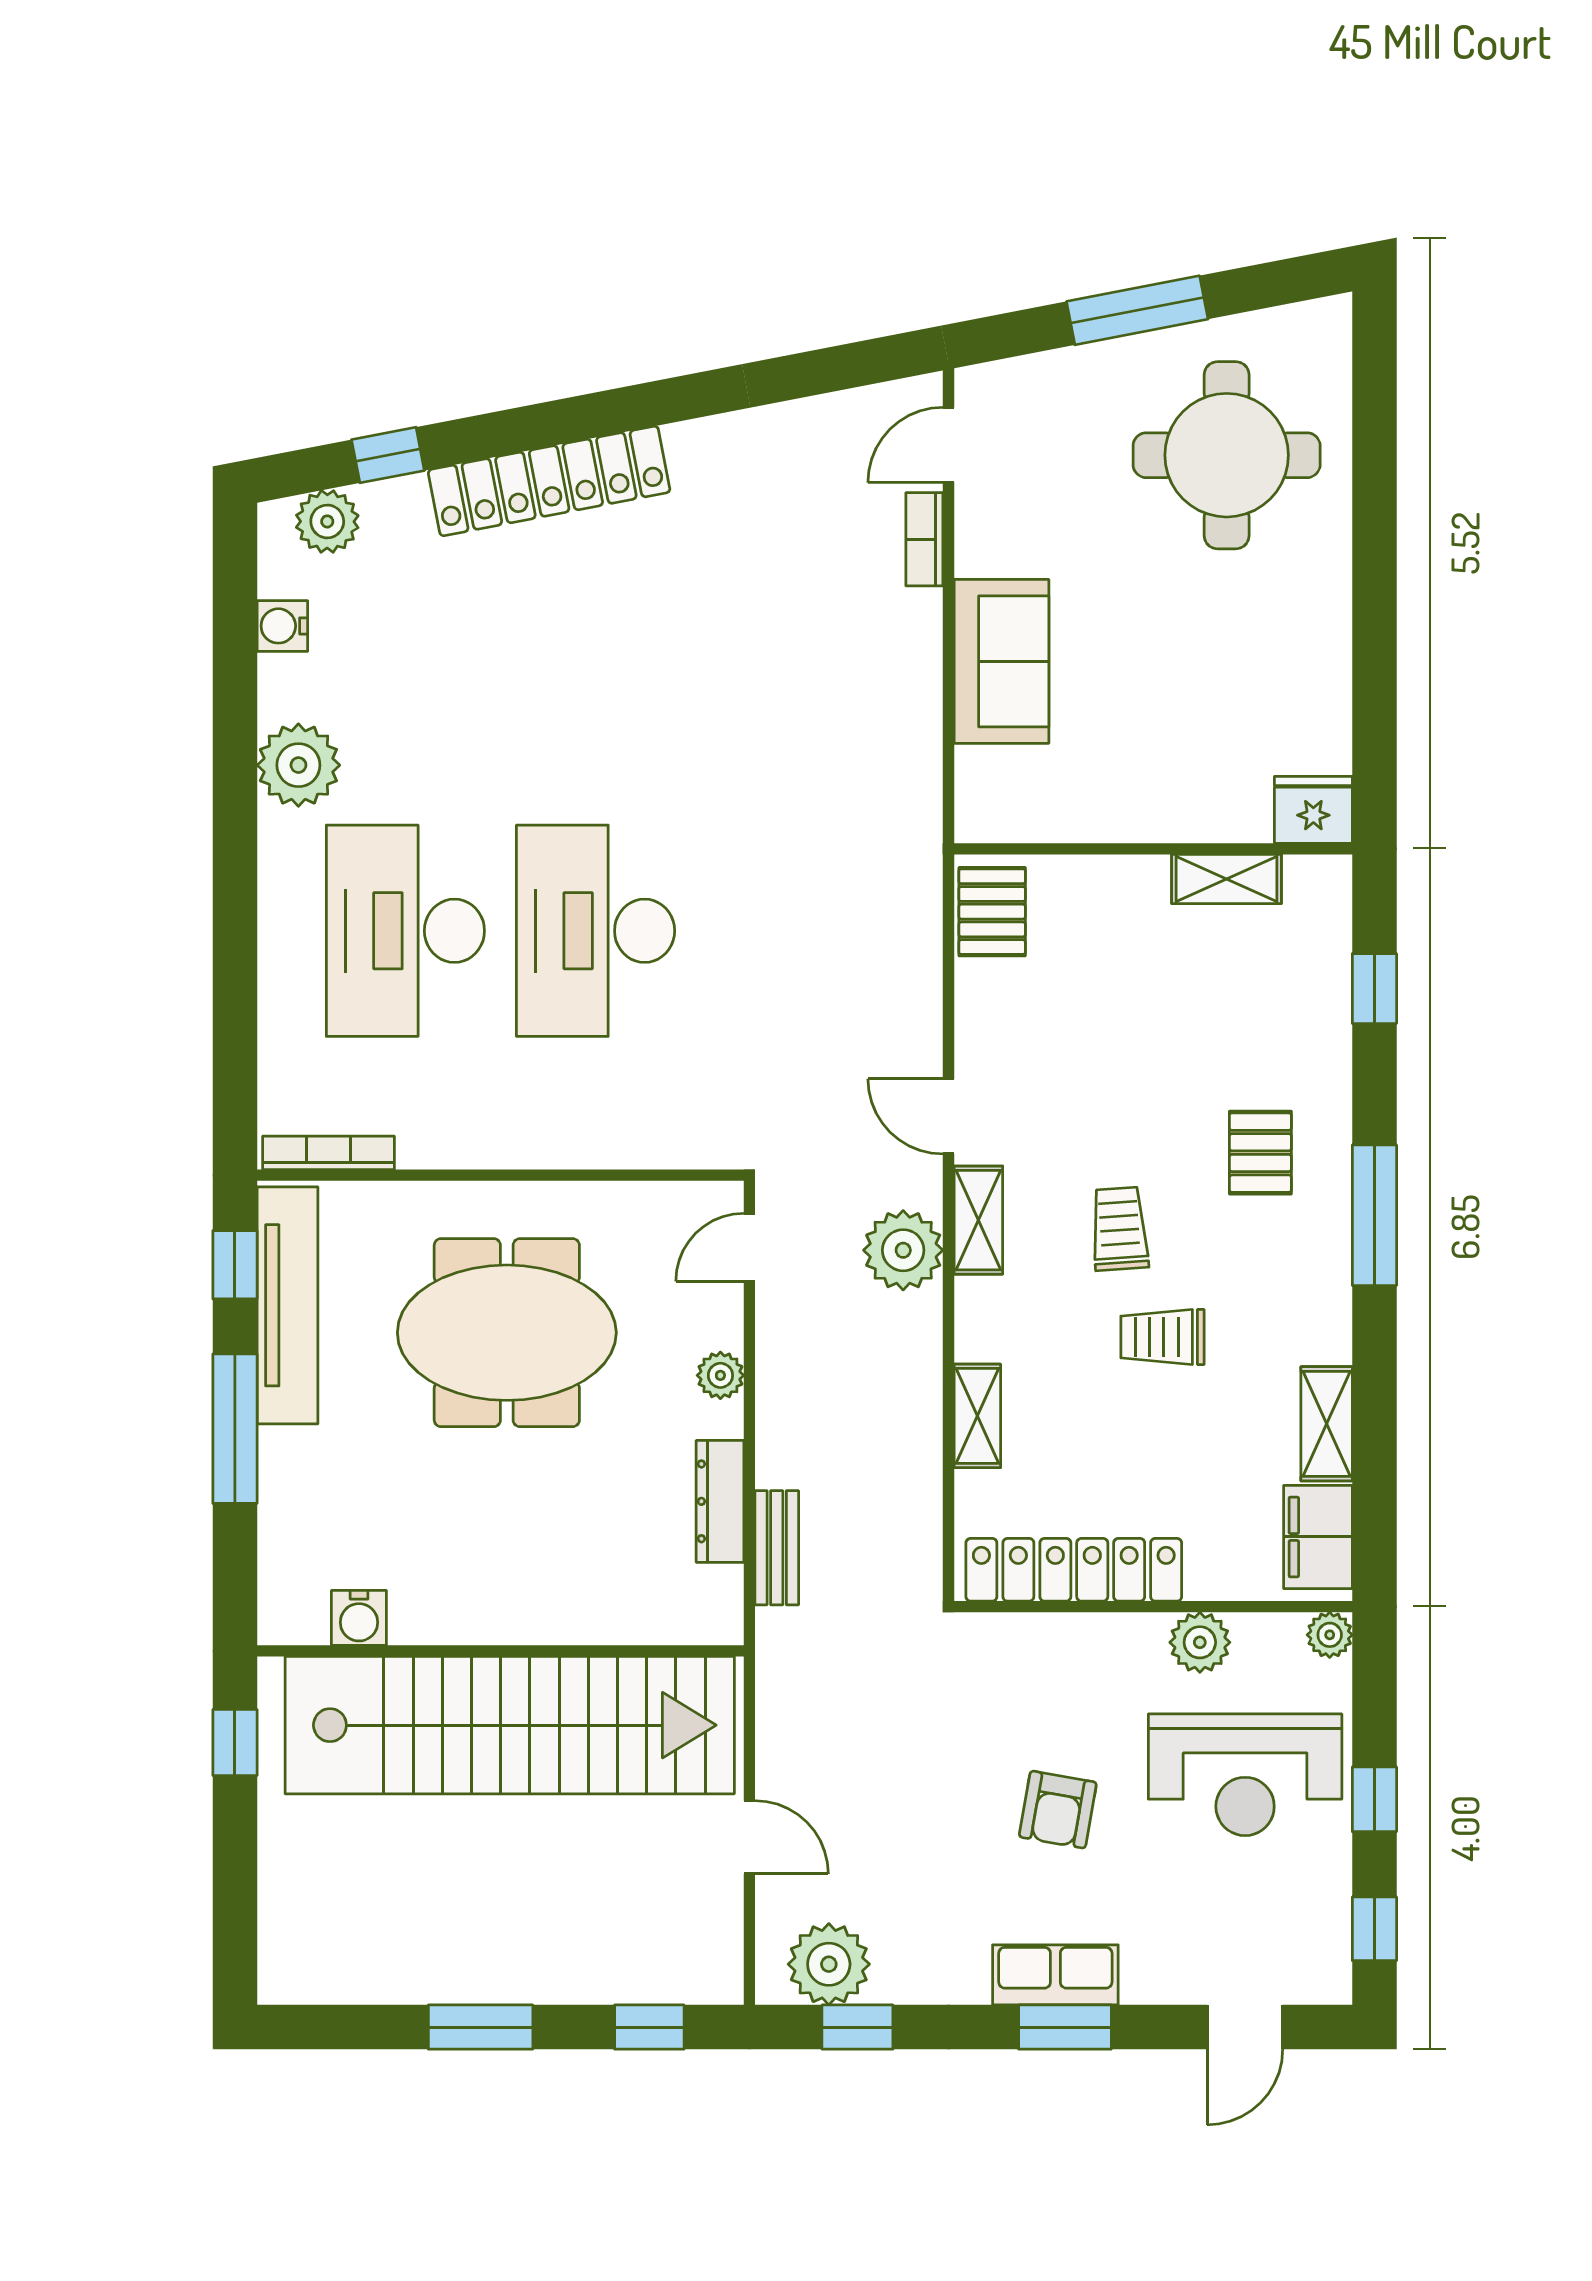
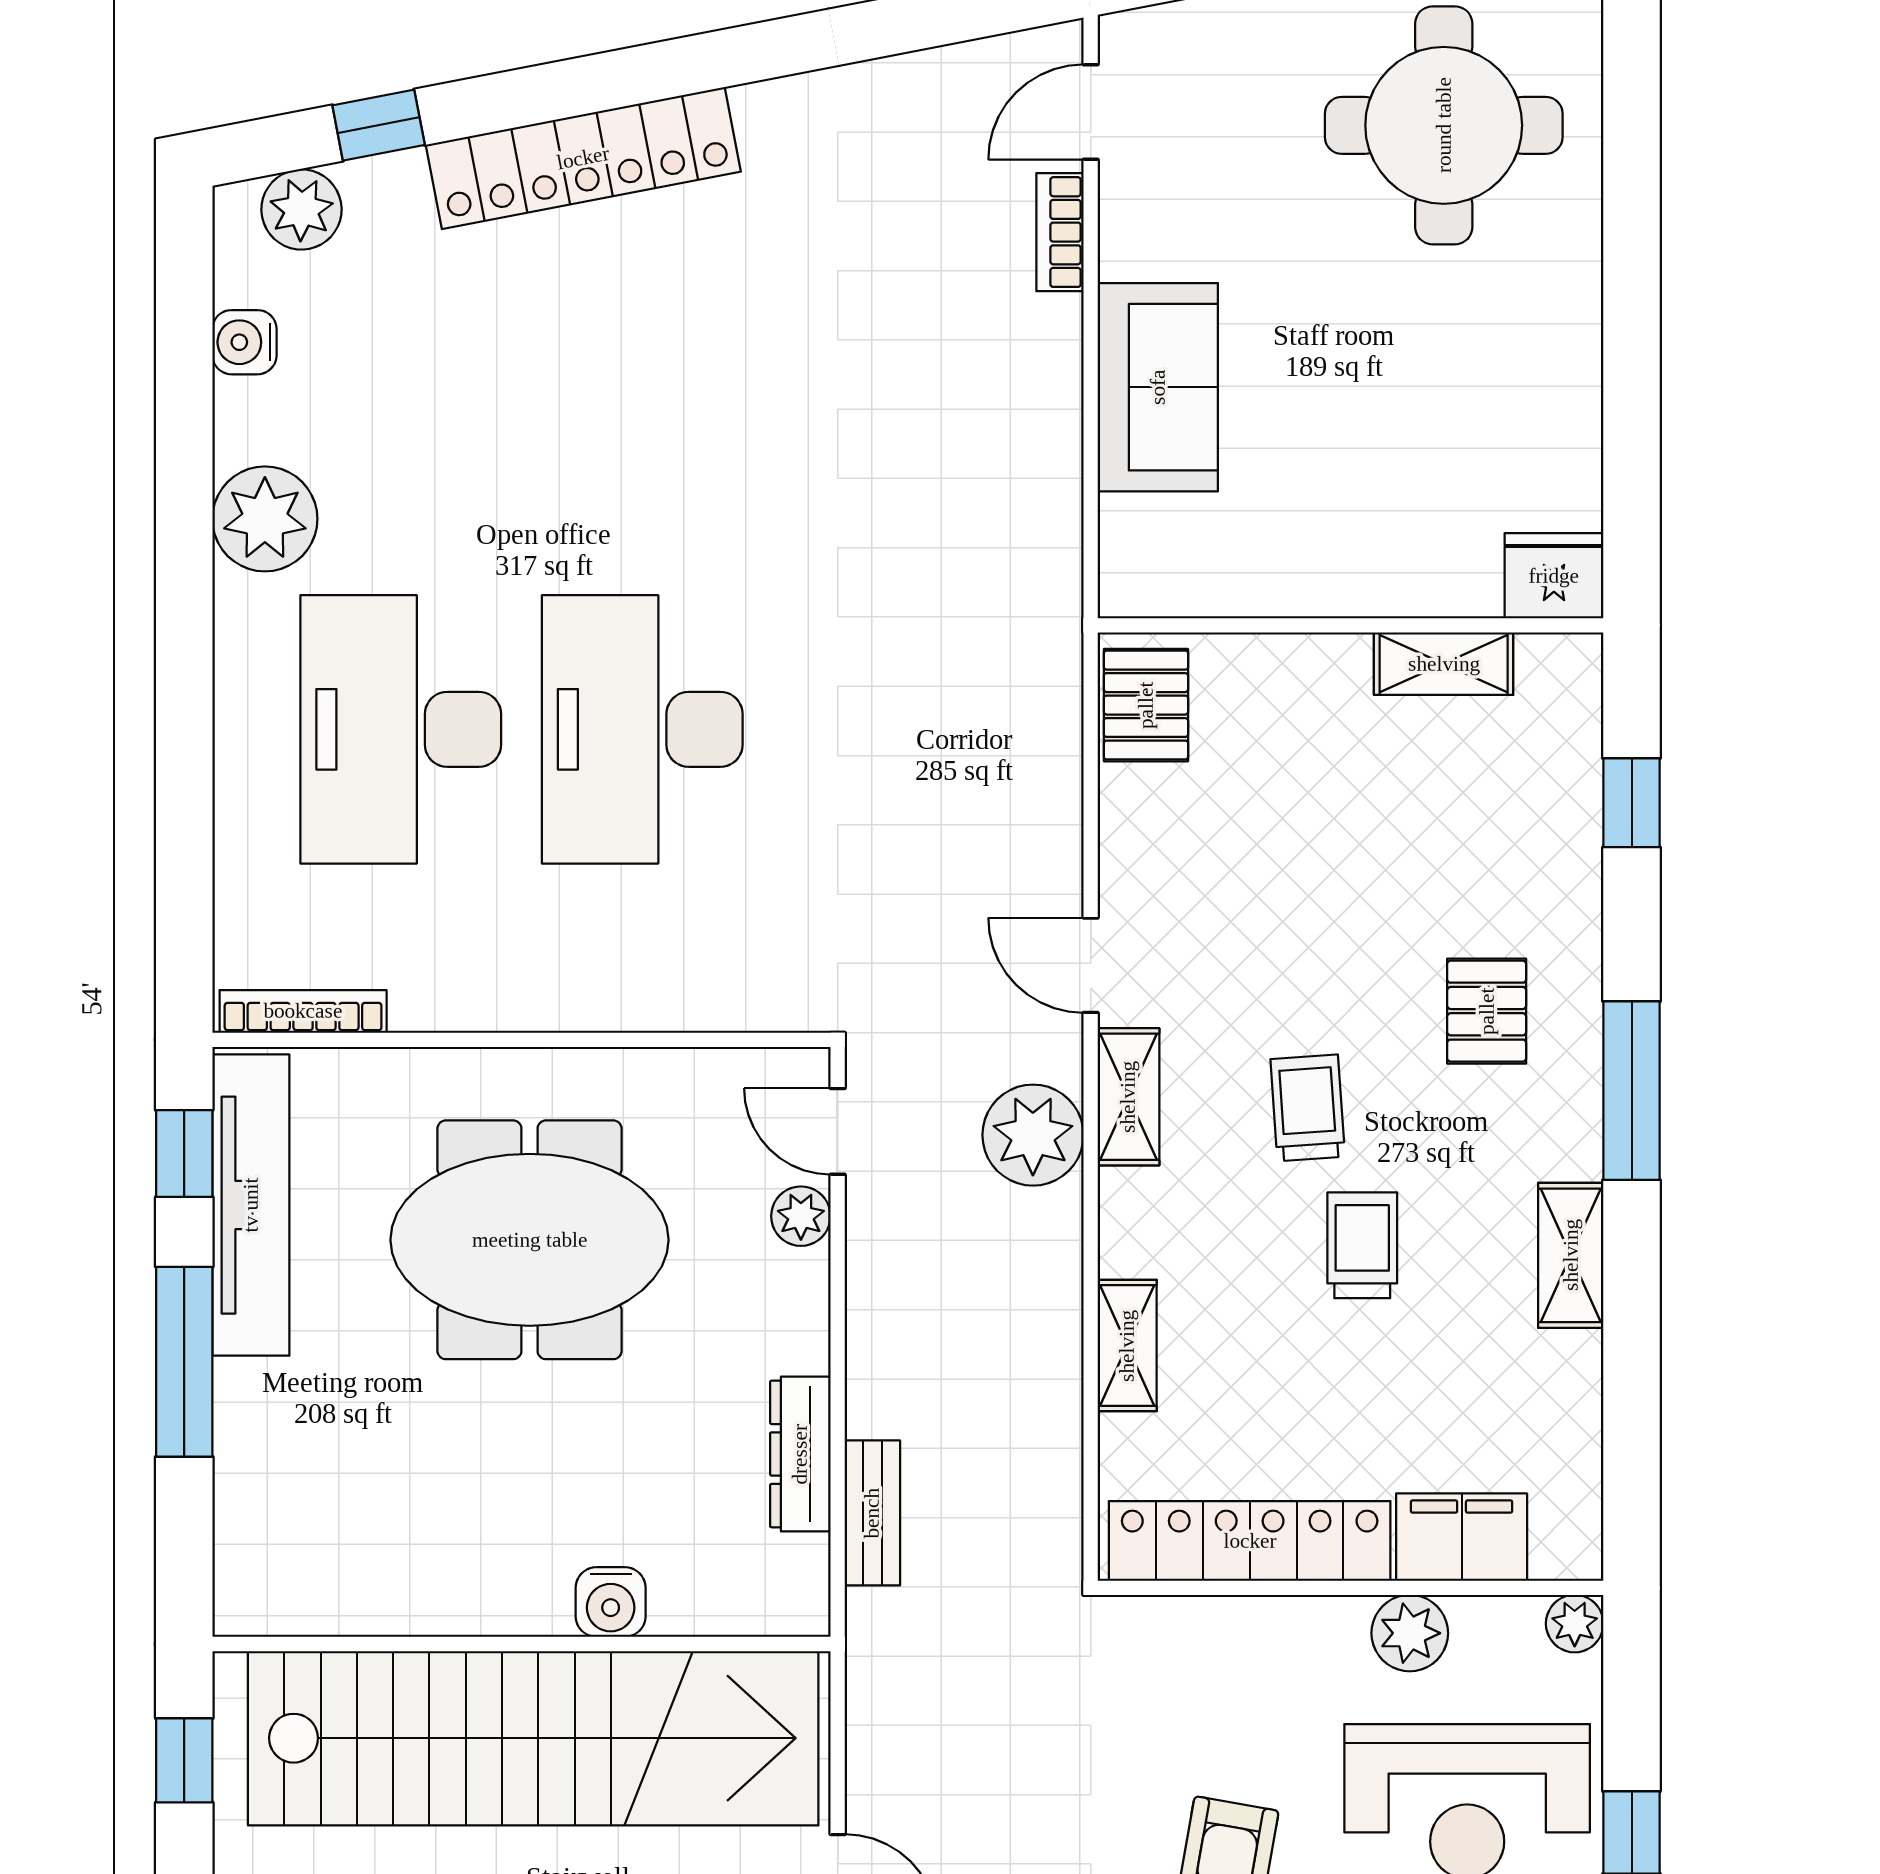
door: (749, 1247) -> (838, 1131), hinge flipped
trolley: (1162, 1337) -> (1362, 1245), turned 90
plant: (720, 1375) -> (801, 1216), moved
shelving: (1327, 1424) -> (1571, 1255), moved
filing cabinet: (1318, 1537) -> (1462, 1537), moved, turned 90
water cooler: (359, 1618) -> (611, 1602), moved

